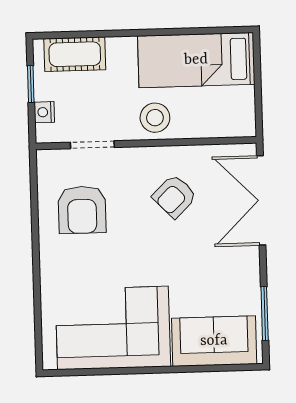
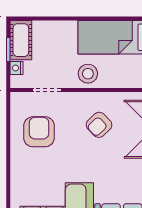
cot: (75, 54) -> (21, 40), moved, turned 90
armchair: (82, 210) -> (39, 132), turned 180

